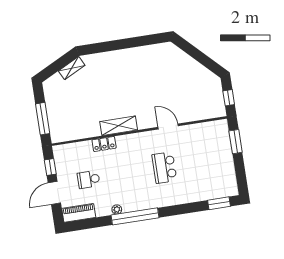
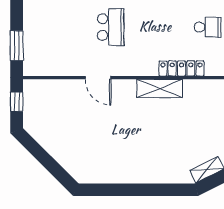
locker: (104, 144) -> (181, 68), width x1.53

